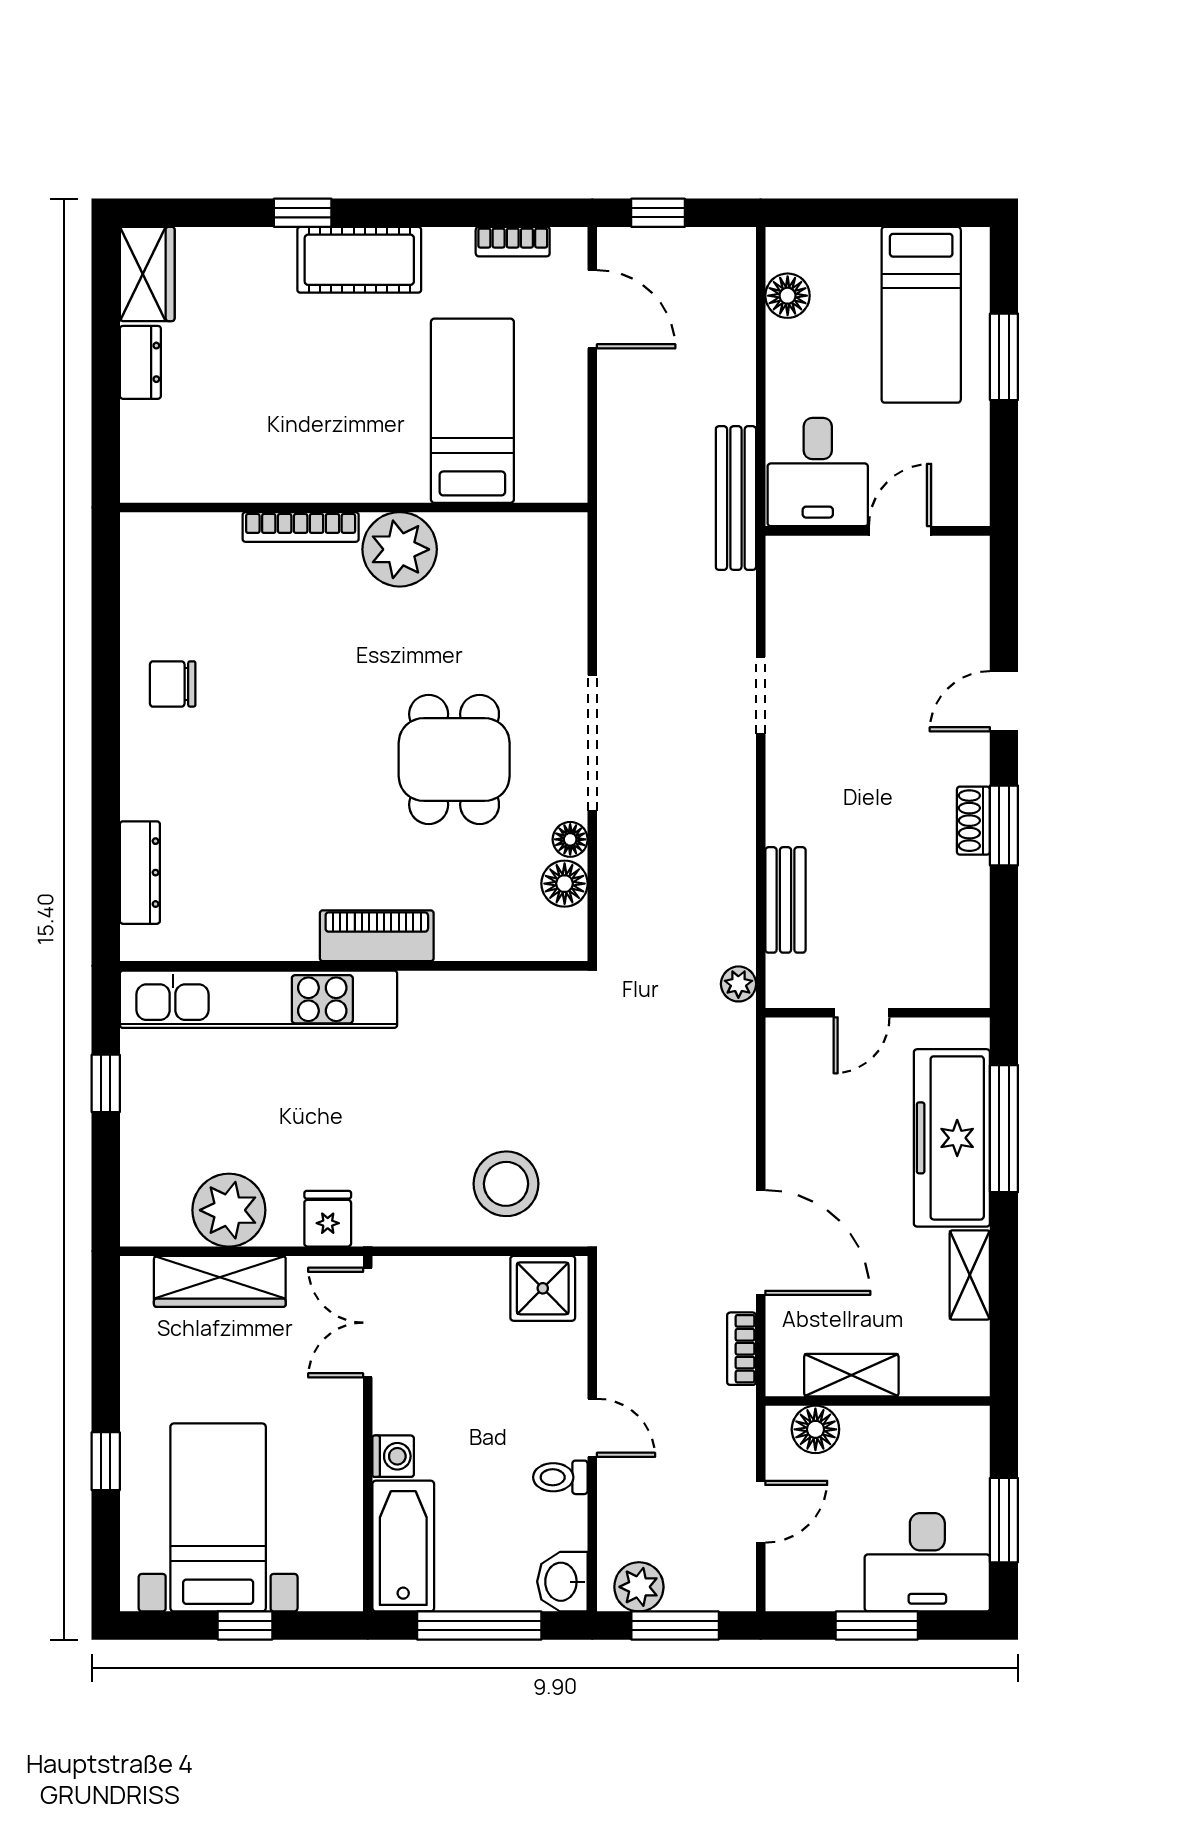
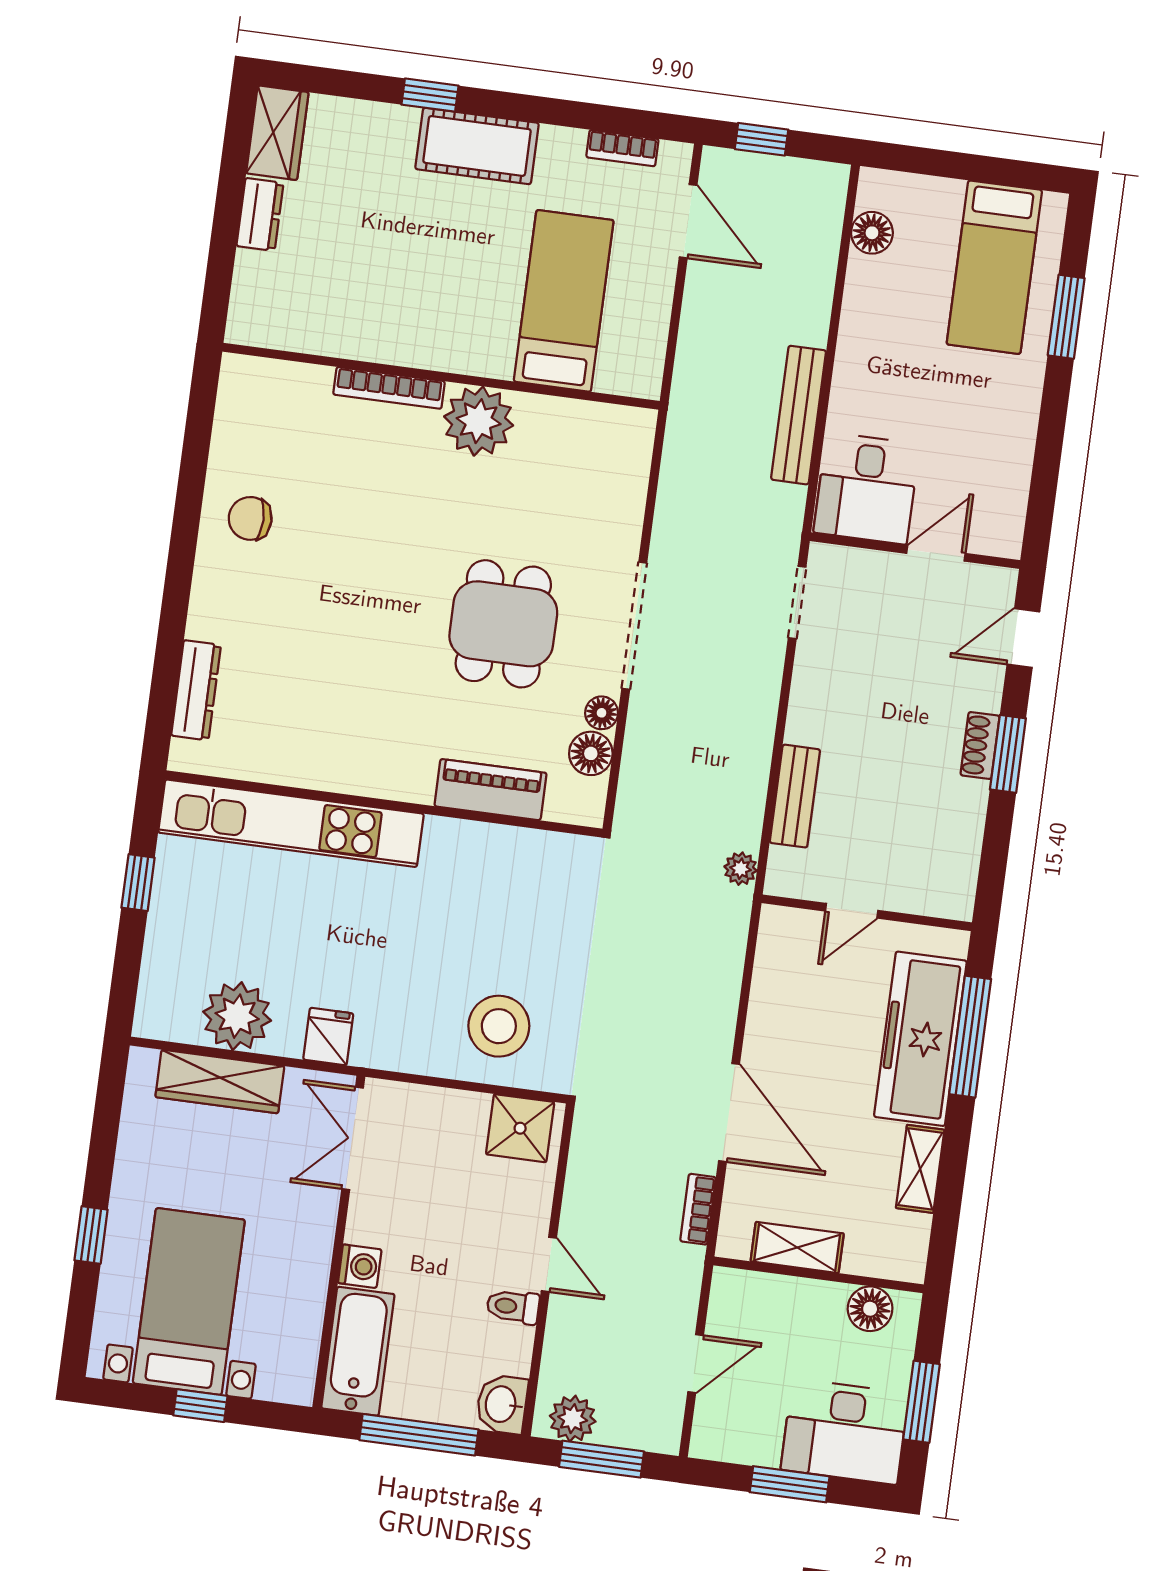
desk: (818, 472) -> (867, 488), moved
wall: (878, 531) -> (915, 551), moved
door: (900, 531) -> (936, 553), moved
piano: (377, 936) -> (491, 790), moved
floor lamp: (815, 1429) -> (870, 1309), moved

